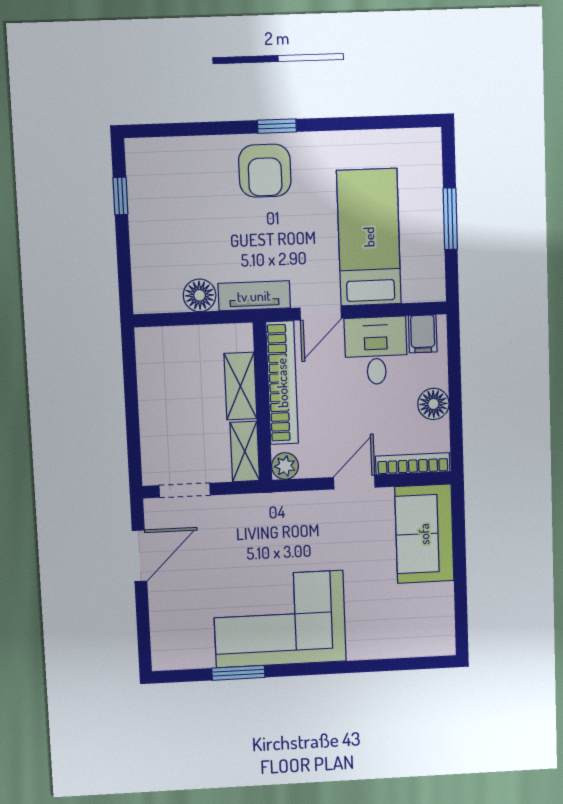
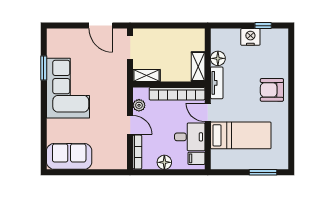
window: (277, 126) -> (291, 96), removed
window: (450, 219) -> (263, 172), moved
nightstand: (148, 224) -> (250, 37), added
shelving: (240, 386) -> (198, 67), moved, turned 90
plant: (285, 466) -> (139, 105), moved
sofa: (424, 534) -> (69, 156), moved

